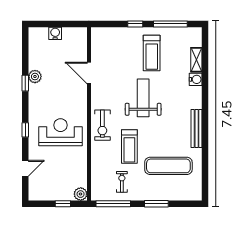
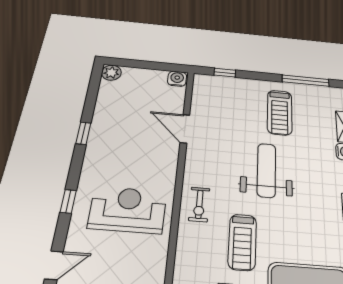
window: (135, 24) -> (225, 73), moved
water cooler: (55, 33) -> (177, 79), moved
plant: (35, 77) -> (111, 73), moved
exercise bike: (102, 125) -> (199, 204), width x0.73, depth x0.72

